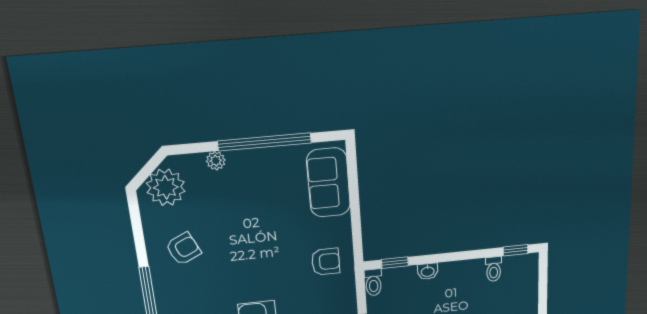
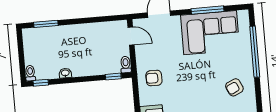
toilet: (494, 269) -> (30, 73), moved
washbasin: (428, 271) -> (65, 73), moved

